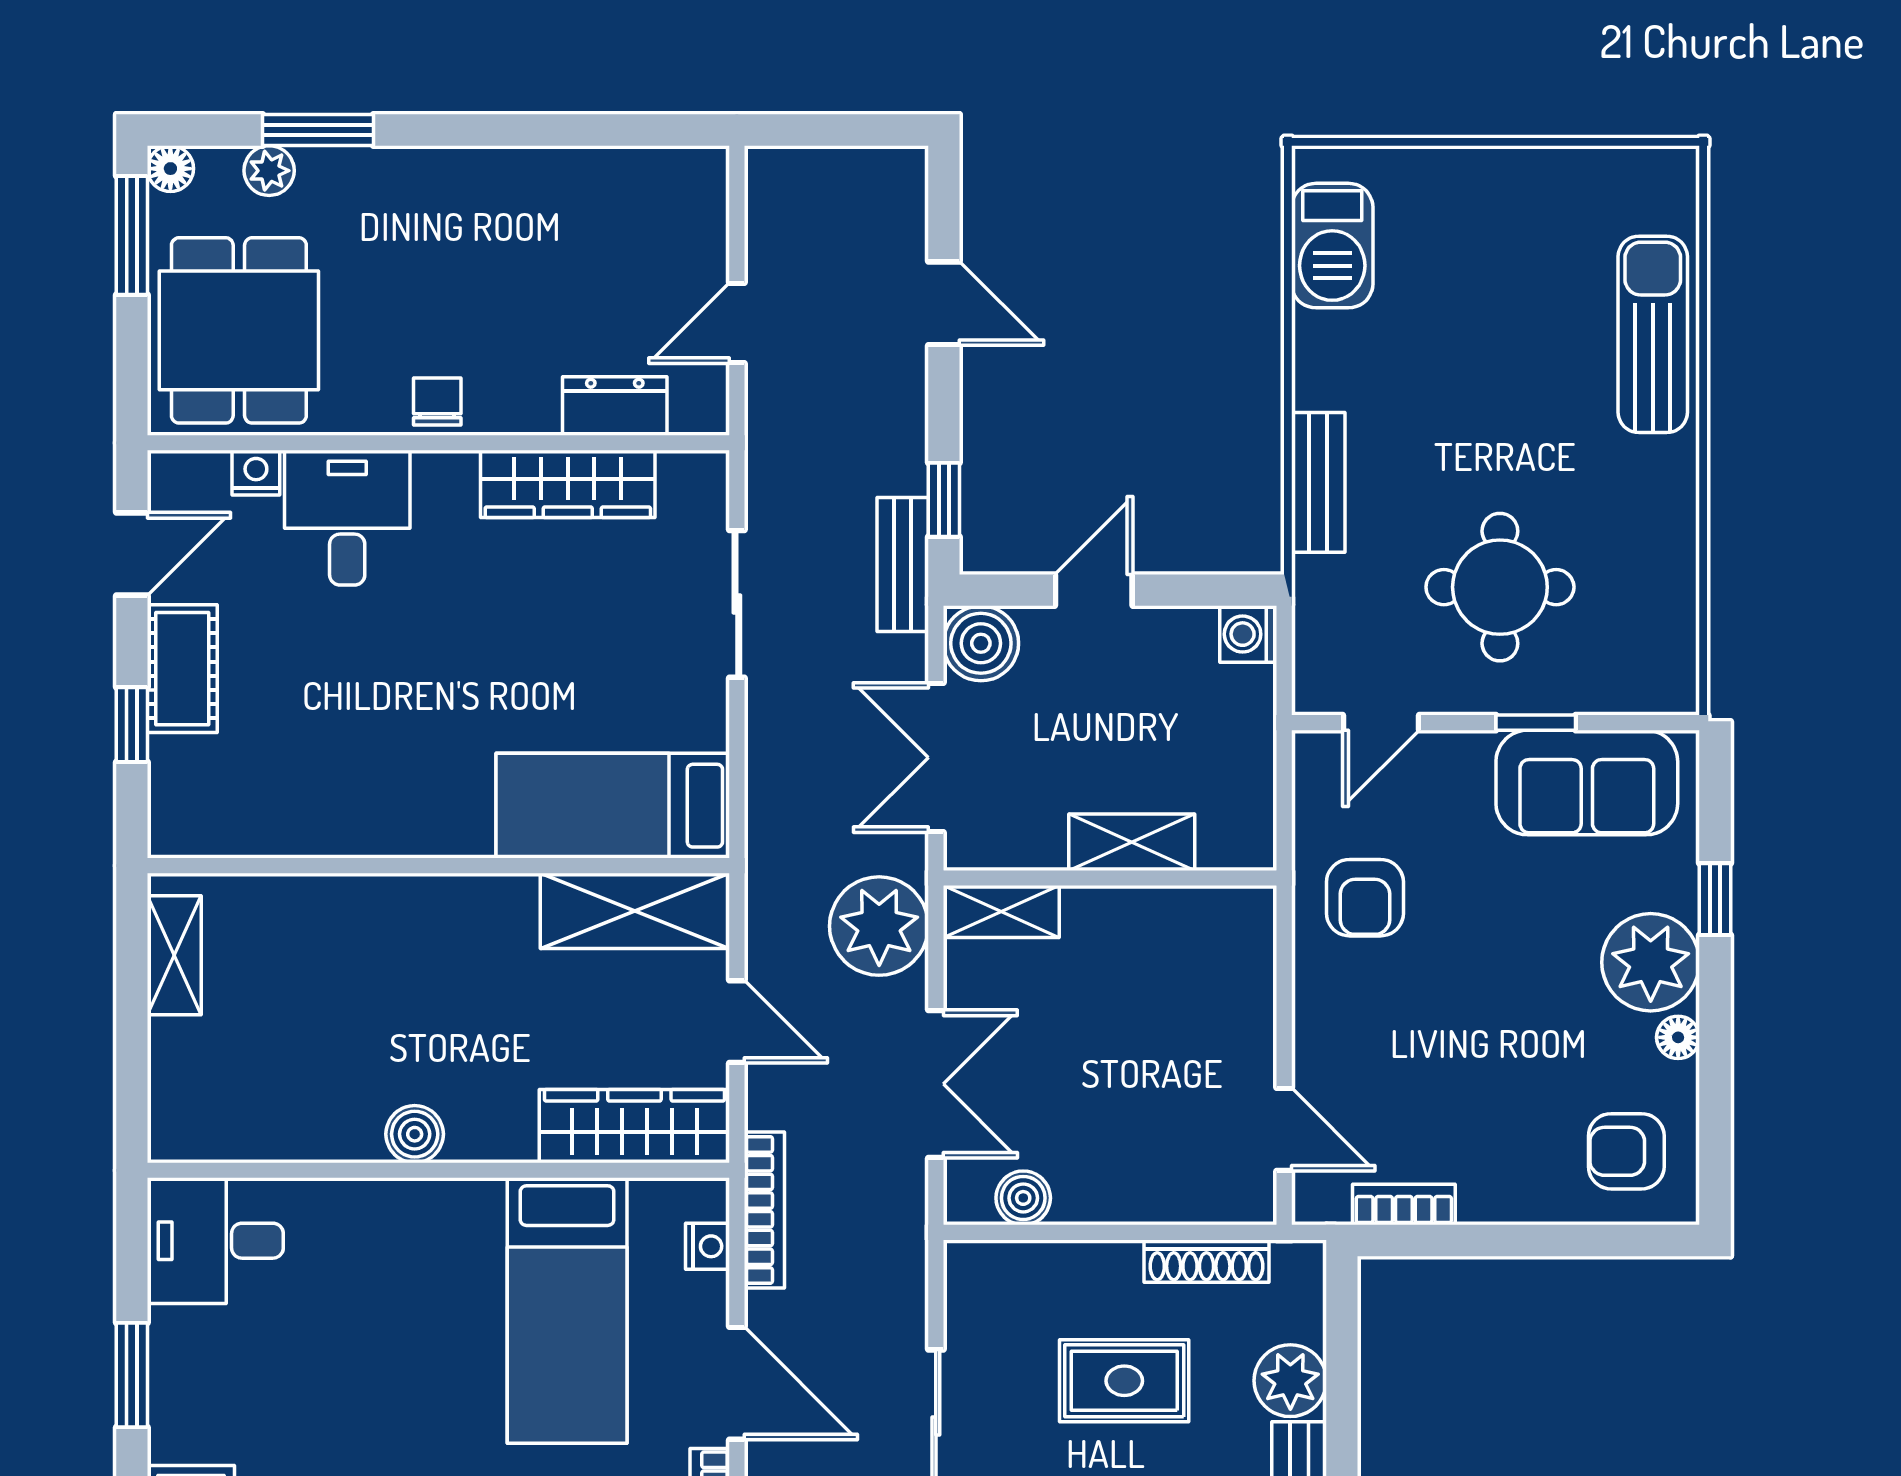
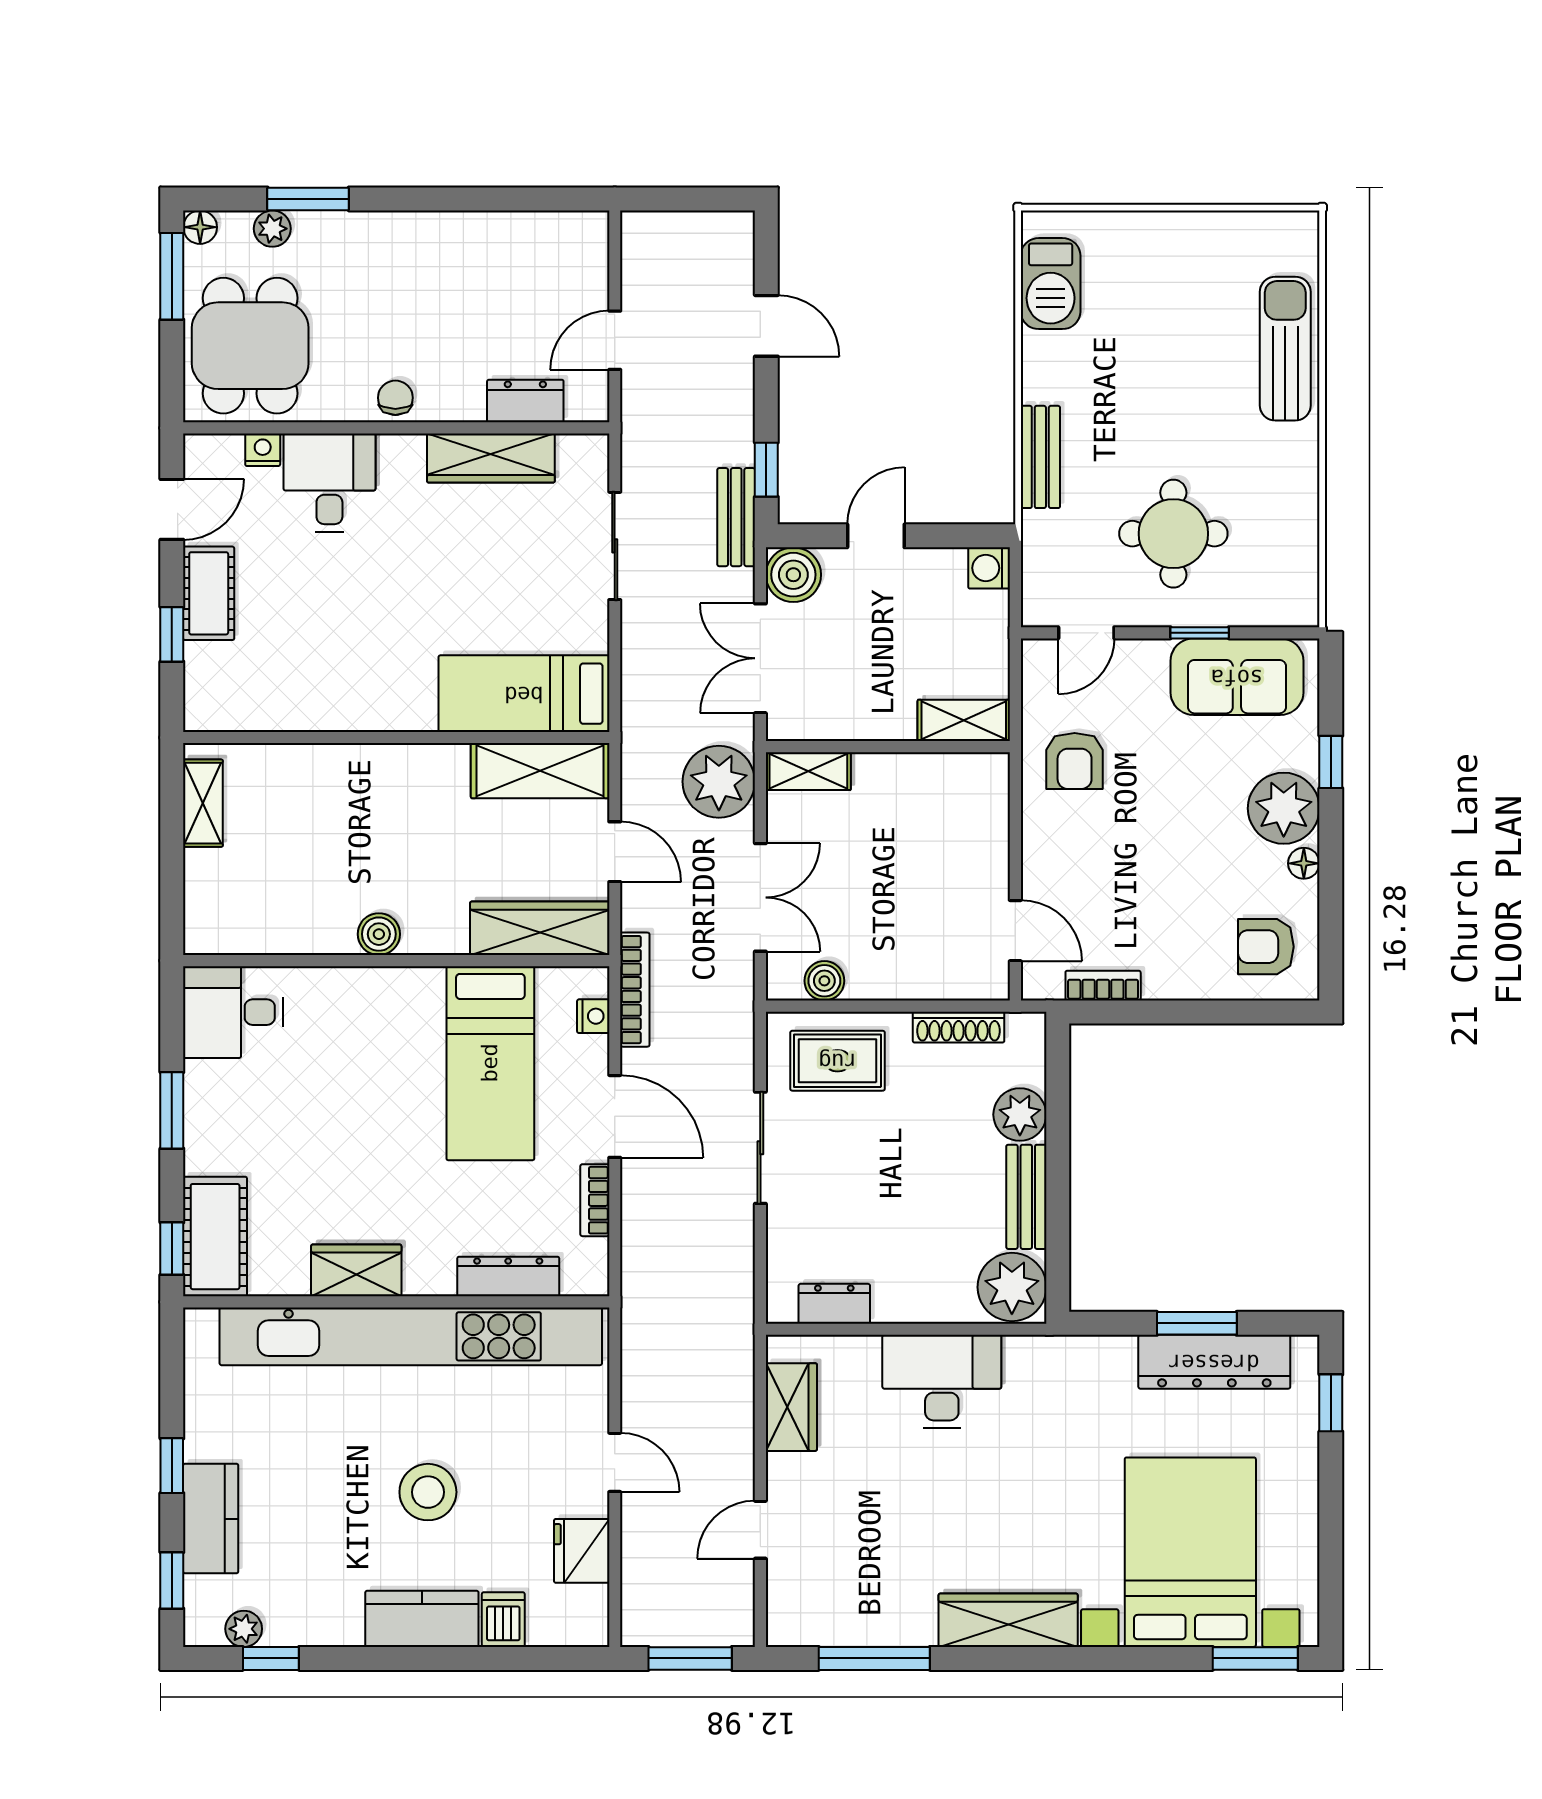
shelving: (1132, 842) -> (964, 720), moved
rug: (1124, 1381) -> (838, 1061), moved

